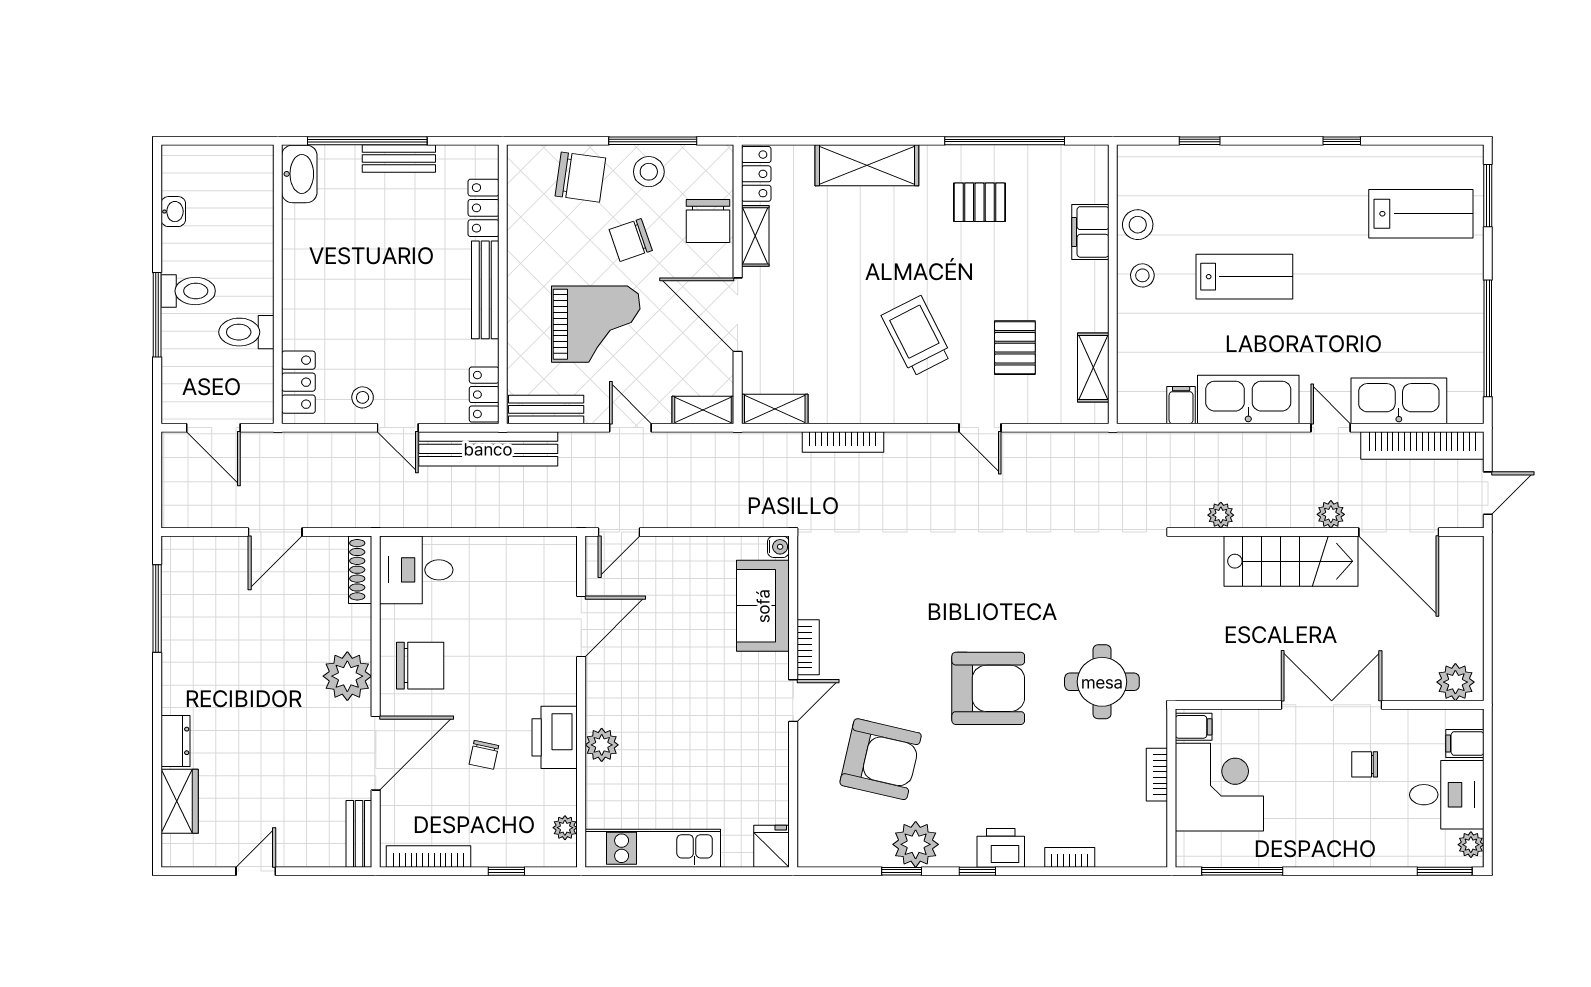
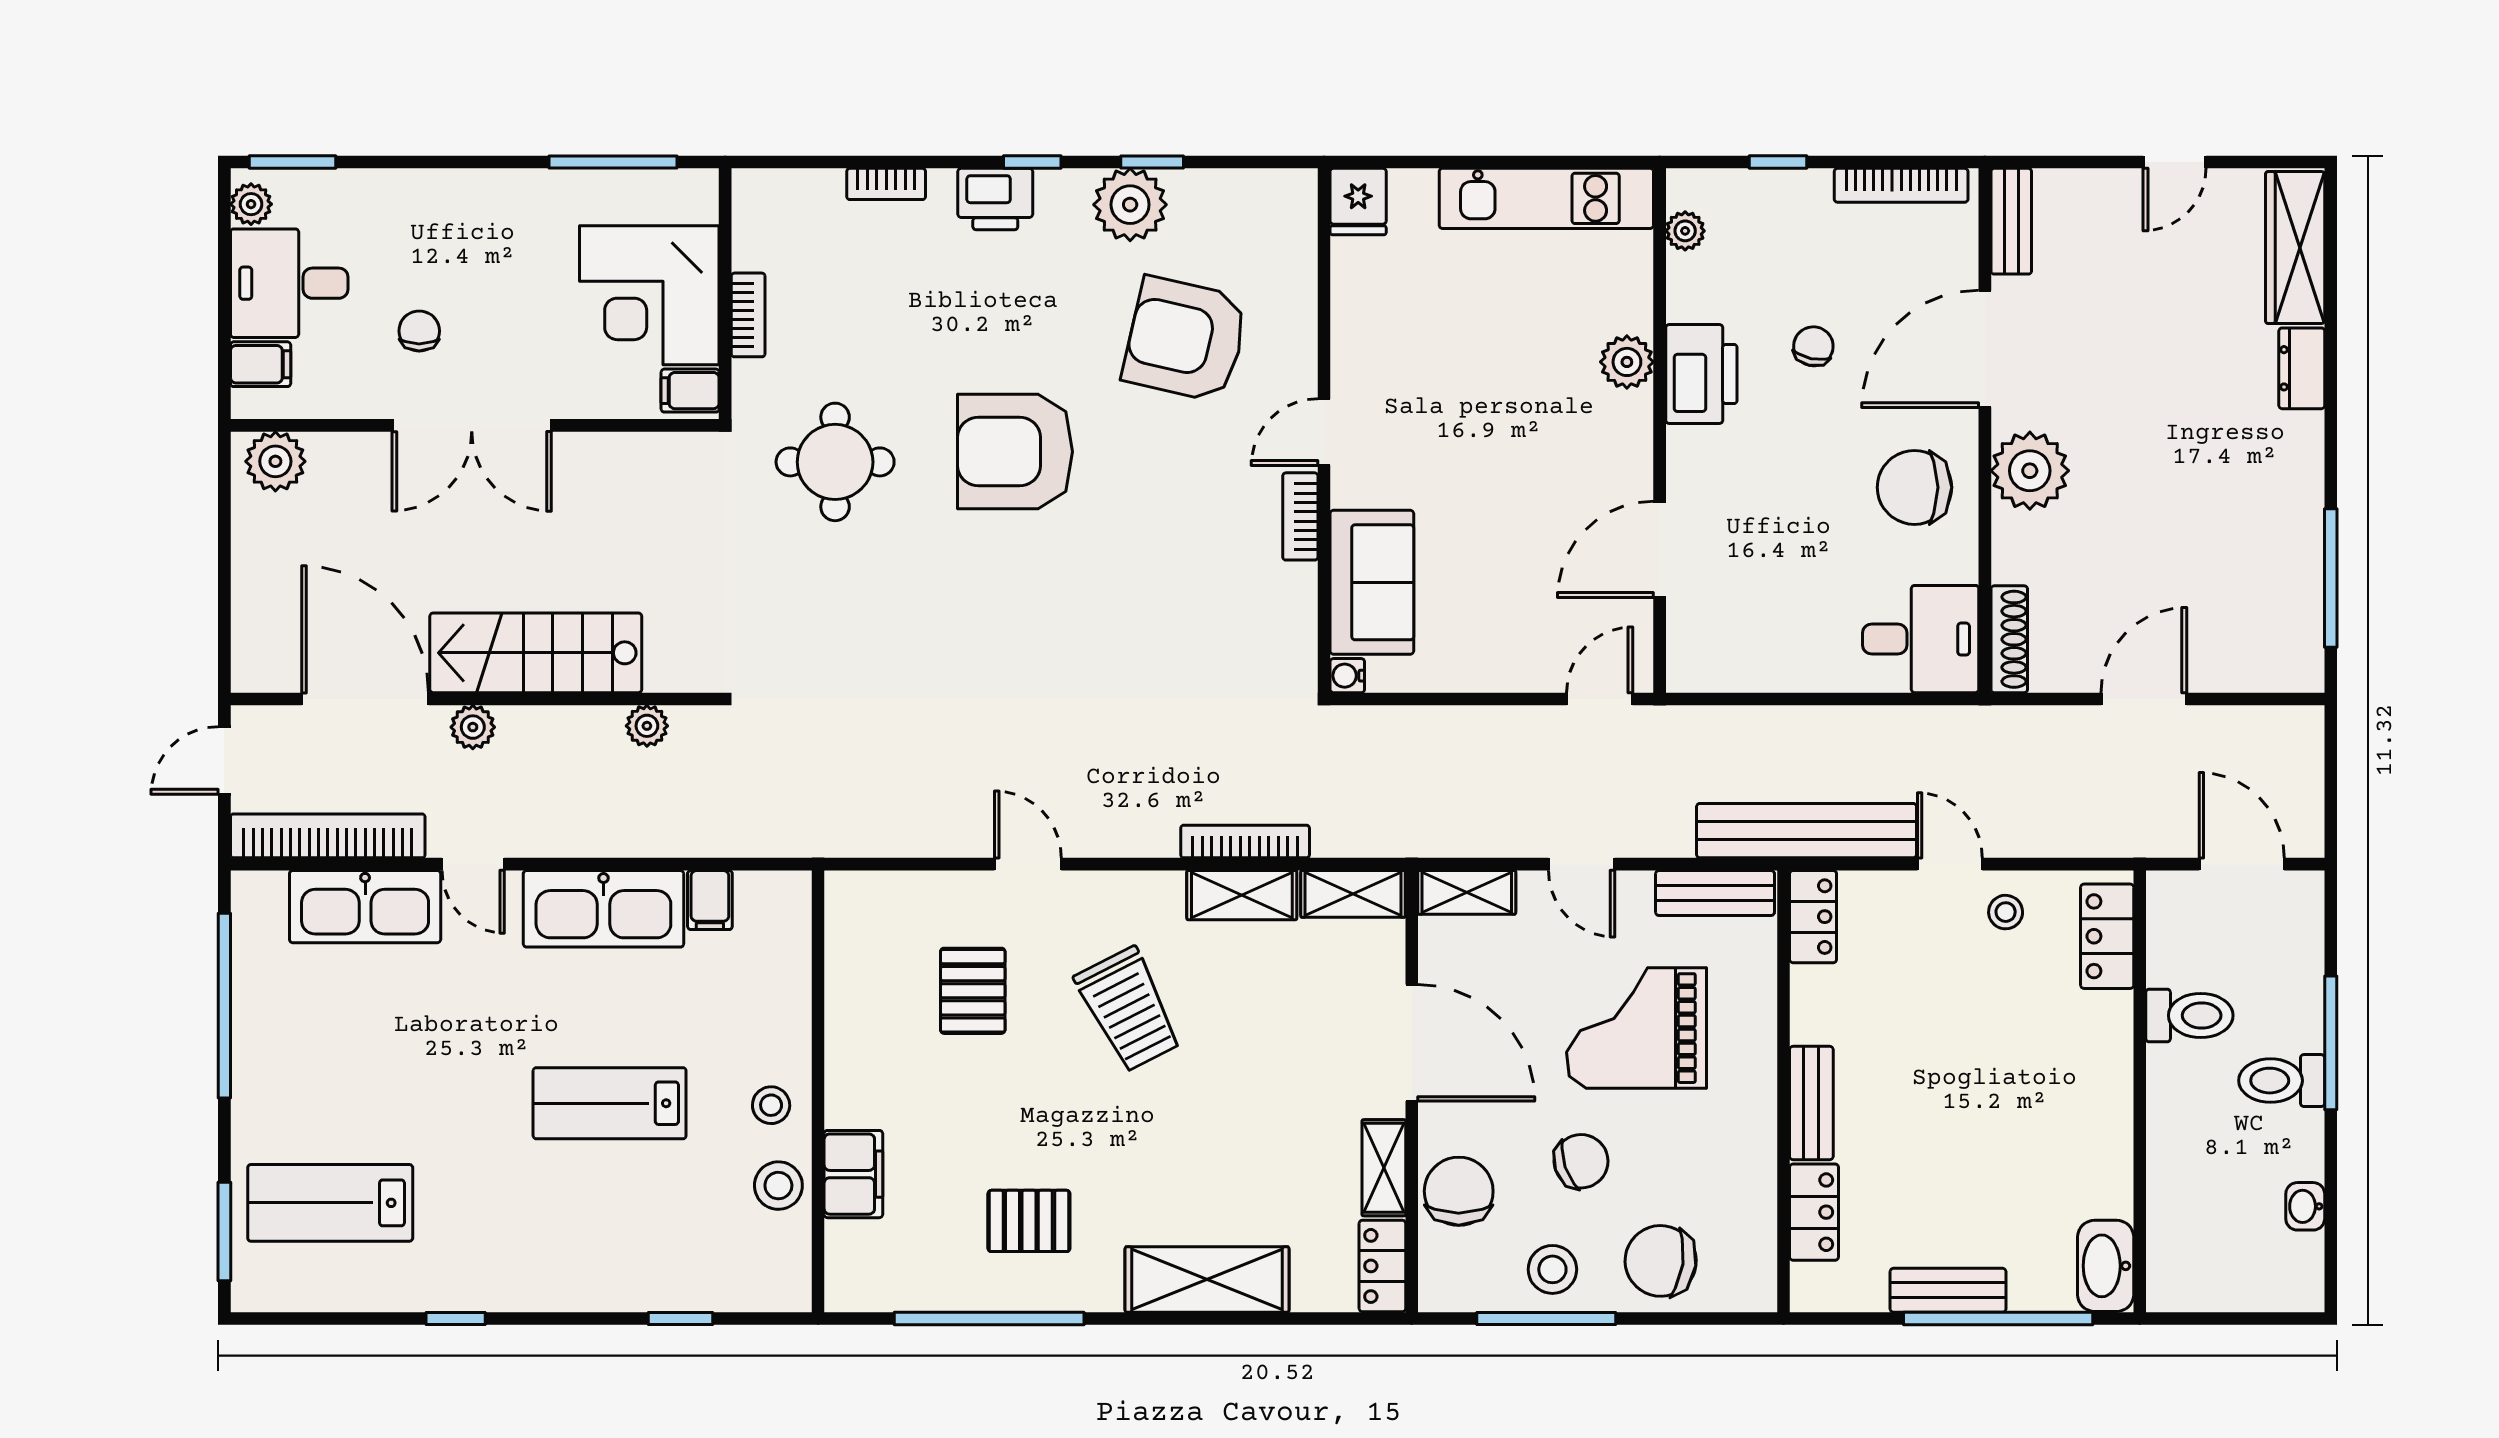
bench: (485, 290) -> (1811, 1103), width x0.73
shelving: (1093, 368) -> (1242, 895), moved, turned 90
chair: (1365, 764) -> (419, 331), turned -90
wardrobe: (180, 801) -> (2295, 247), width x1.50

